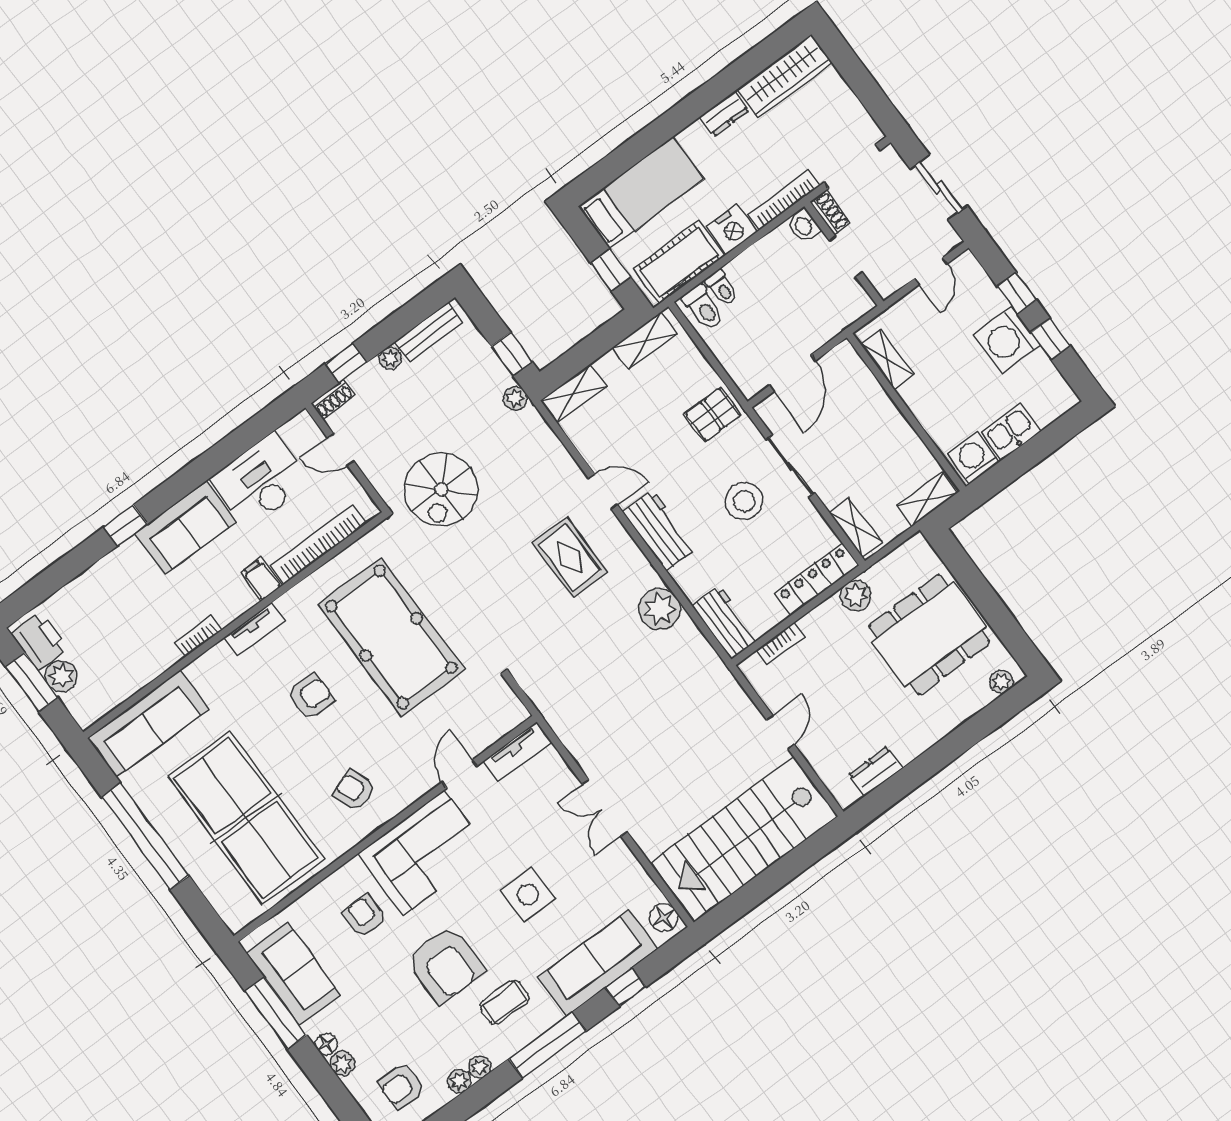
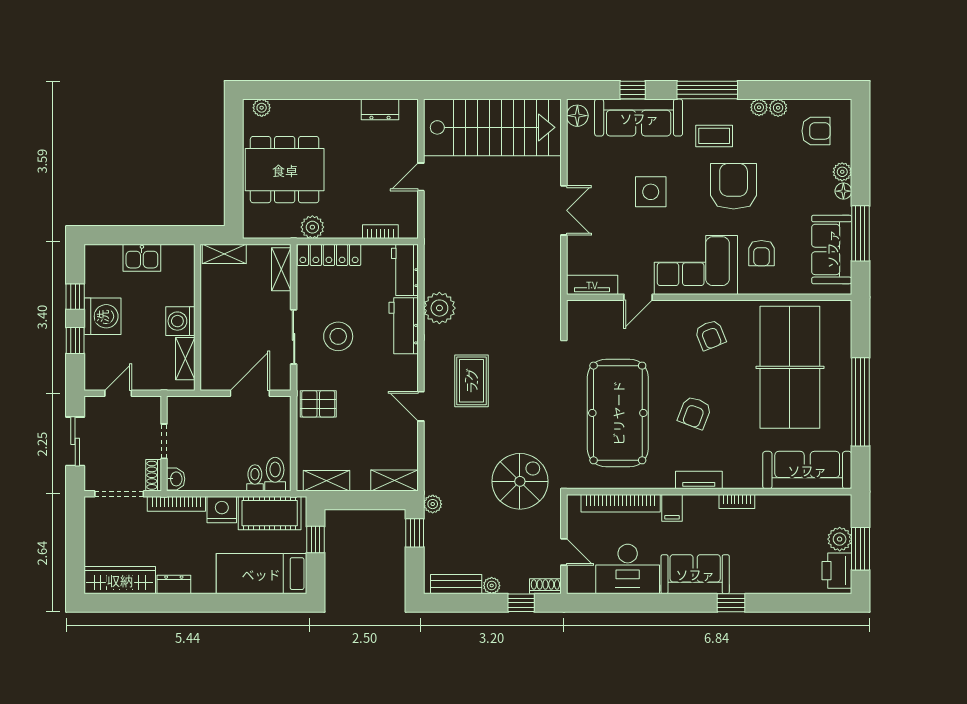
washing machine: (973, 458) -> (180, 321), moved, turned 90
workbench: (660, 530) -> (404, 326), moved
armchair: (311, 697) -> (695, 413), turned -69

